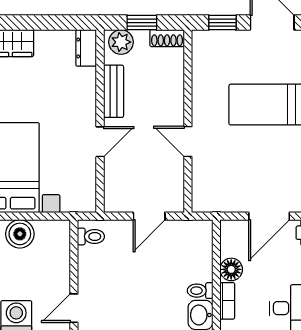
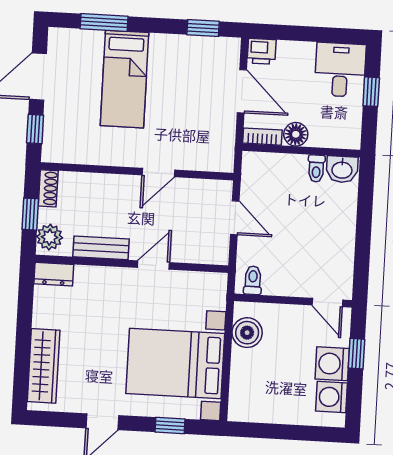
door: (100, 142) -> (153, 265), hinge flipped
boiler: (20, 234) -> (247, 333), moved
bookcase: (227, 301) -> (262, 137), moved

